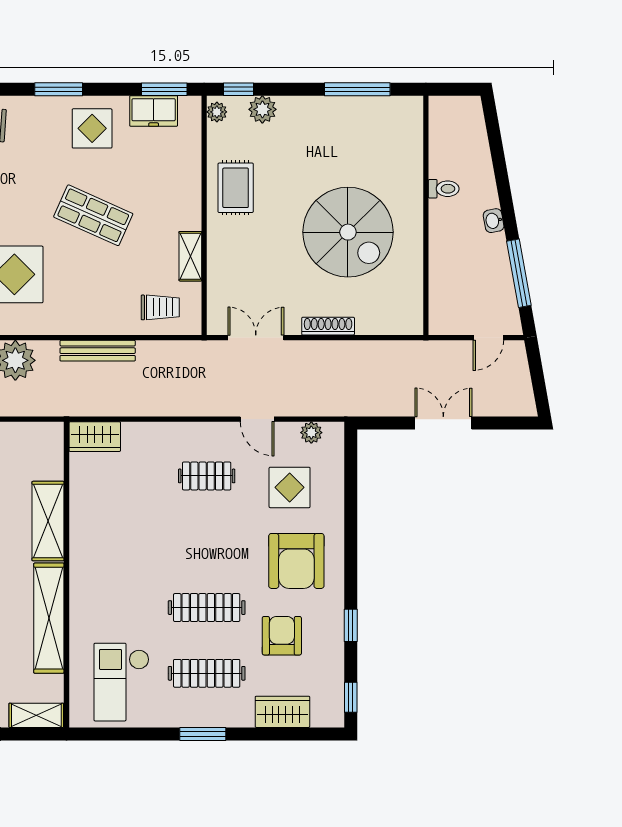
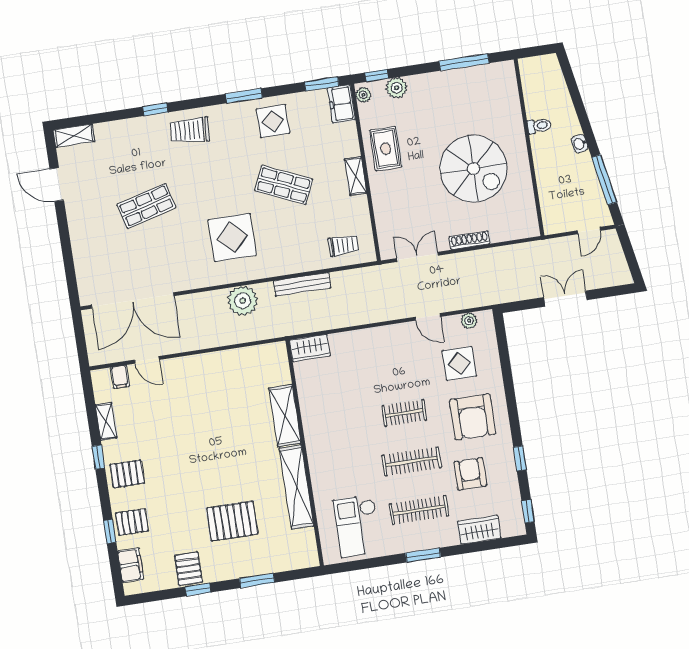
freezer: (154, 111) -> (341, 104), moved, turned 90
shelving: (190, 256) -> (356, 176), moved
clothes rail: (207, 476) -> (404, 413), moved
shelving: (36, 715) -> (298, 560), removed

